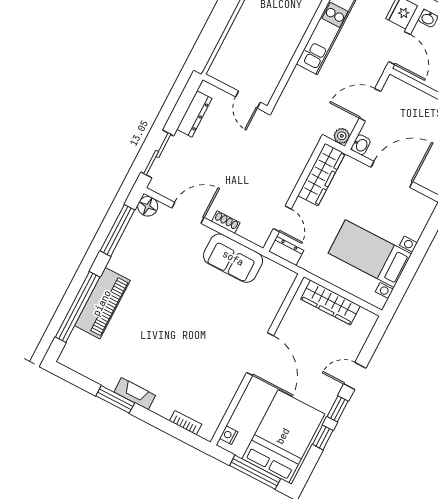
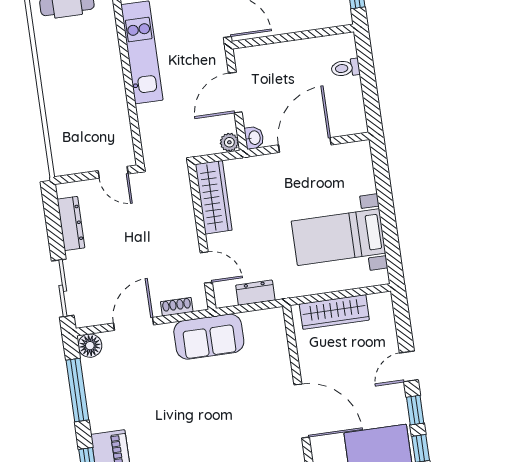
wardrobe: (321, 175) -> (214, 197), moved
wall: (294, 196) -> (202, 237), moved
door: (282, 219) -> (206, 267), moved

